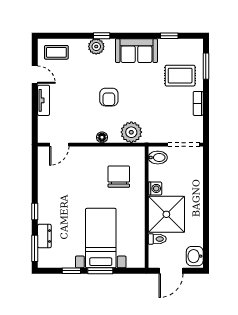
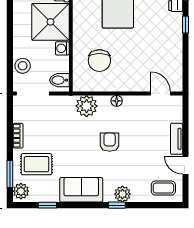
plant: (195, 49) -> (21, 191), added
door: (59, 145) -> (160, 93), hinge flipped
stool: (194, 172) -> (23, 66), added

